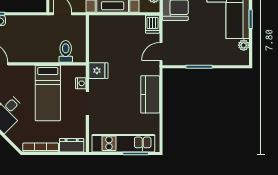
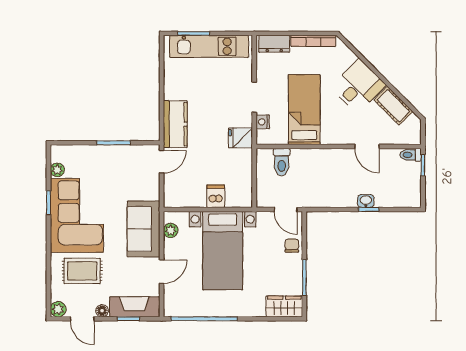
dishwasher: (153, 24) -> (216, 196), moved
kitchen counter: (150, 94) -> (175, 124), moved

